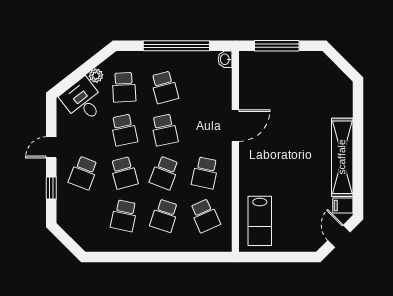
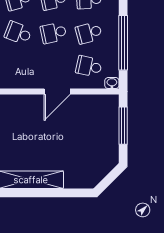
door: (235, 126) -> (57, 91), hinge flipped
school desk: (205, 173) -> (89, 66), moved

